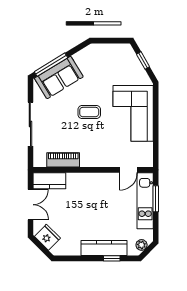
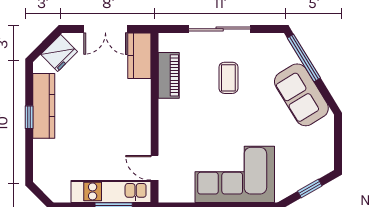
sofa: (59, 77) -> (301, 95), moved
coffee table: (89, 112) -> (228, 78), moved
plant: (142, 245) -> (48, 186), removed
kitchen counter: (104, 248) -> (44, 106), moved
window: (112, 258) -> (29, 117), moved

